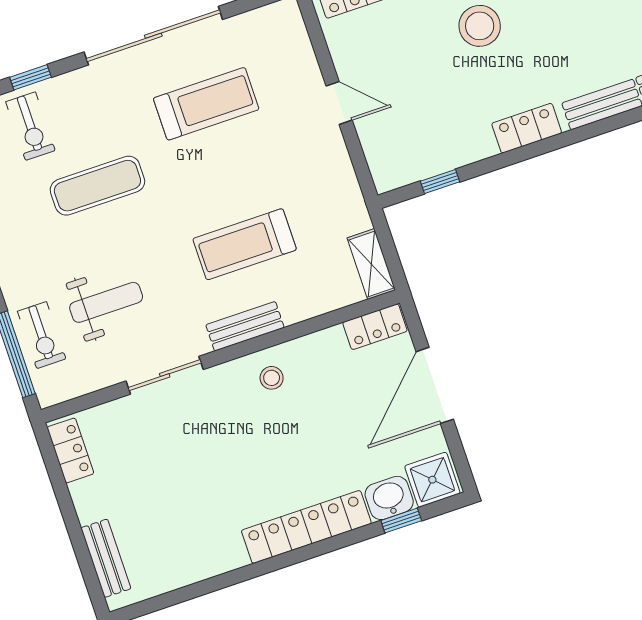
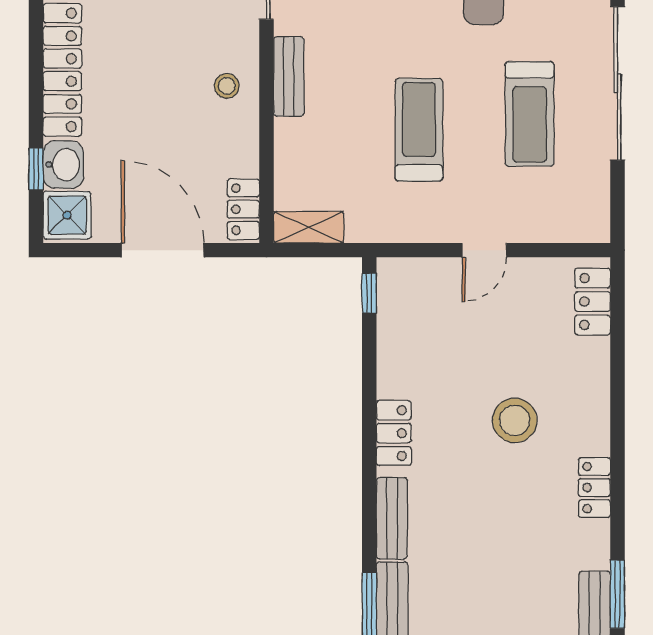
window: (440, 181) -> (369, 293), moved
treadmill: (245, 244) -> (419, 130), moved

